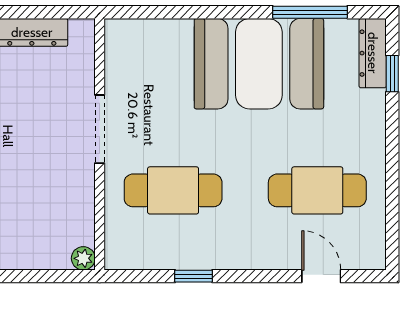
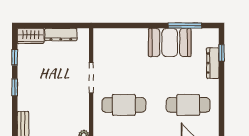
dresser: (373, 53) -> (213, 63), moved
booth: (259, 64) -> (170, 42), width x0.73, depth x0.70

